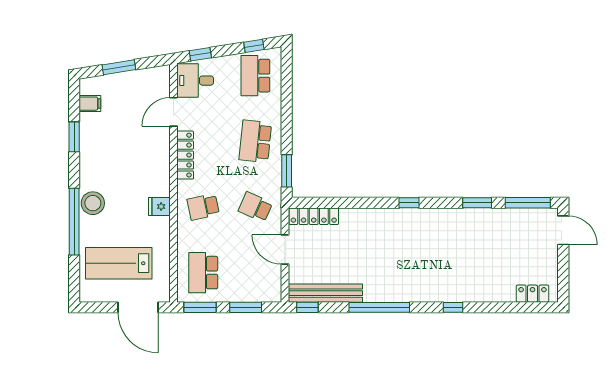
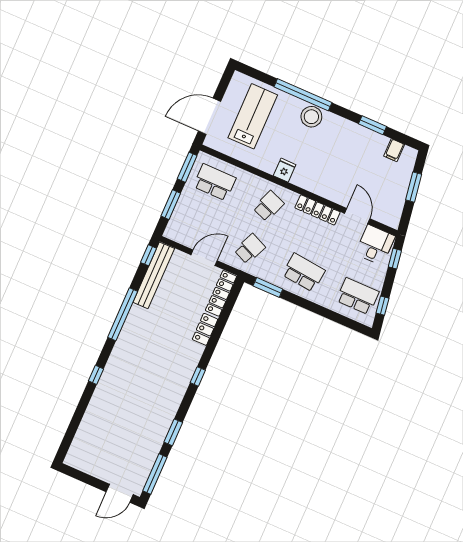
school desk: (203, 207) -> (268, 206), turned 33
locker: (532, 294) -> (205, 329), moved, turned 180

